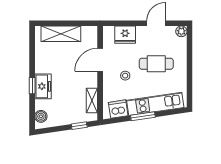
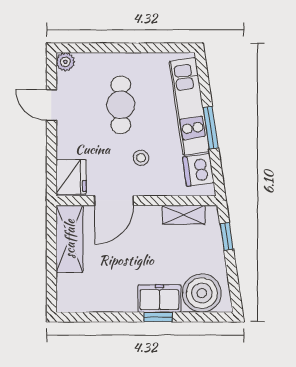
shelving: (61, 34) -> (70, 239), moved
fridge: (125, 35) -> (71, 177), moved
door: (100, 60) -> (114, 201), hinge flipped
boiler: (41, 116) -> (202, 293), width x1.86, depth x1.86

